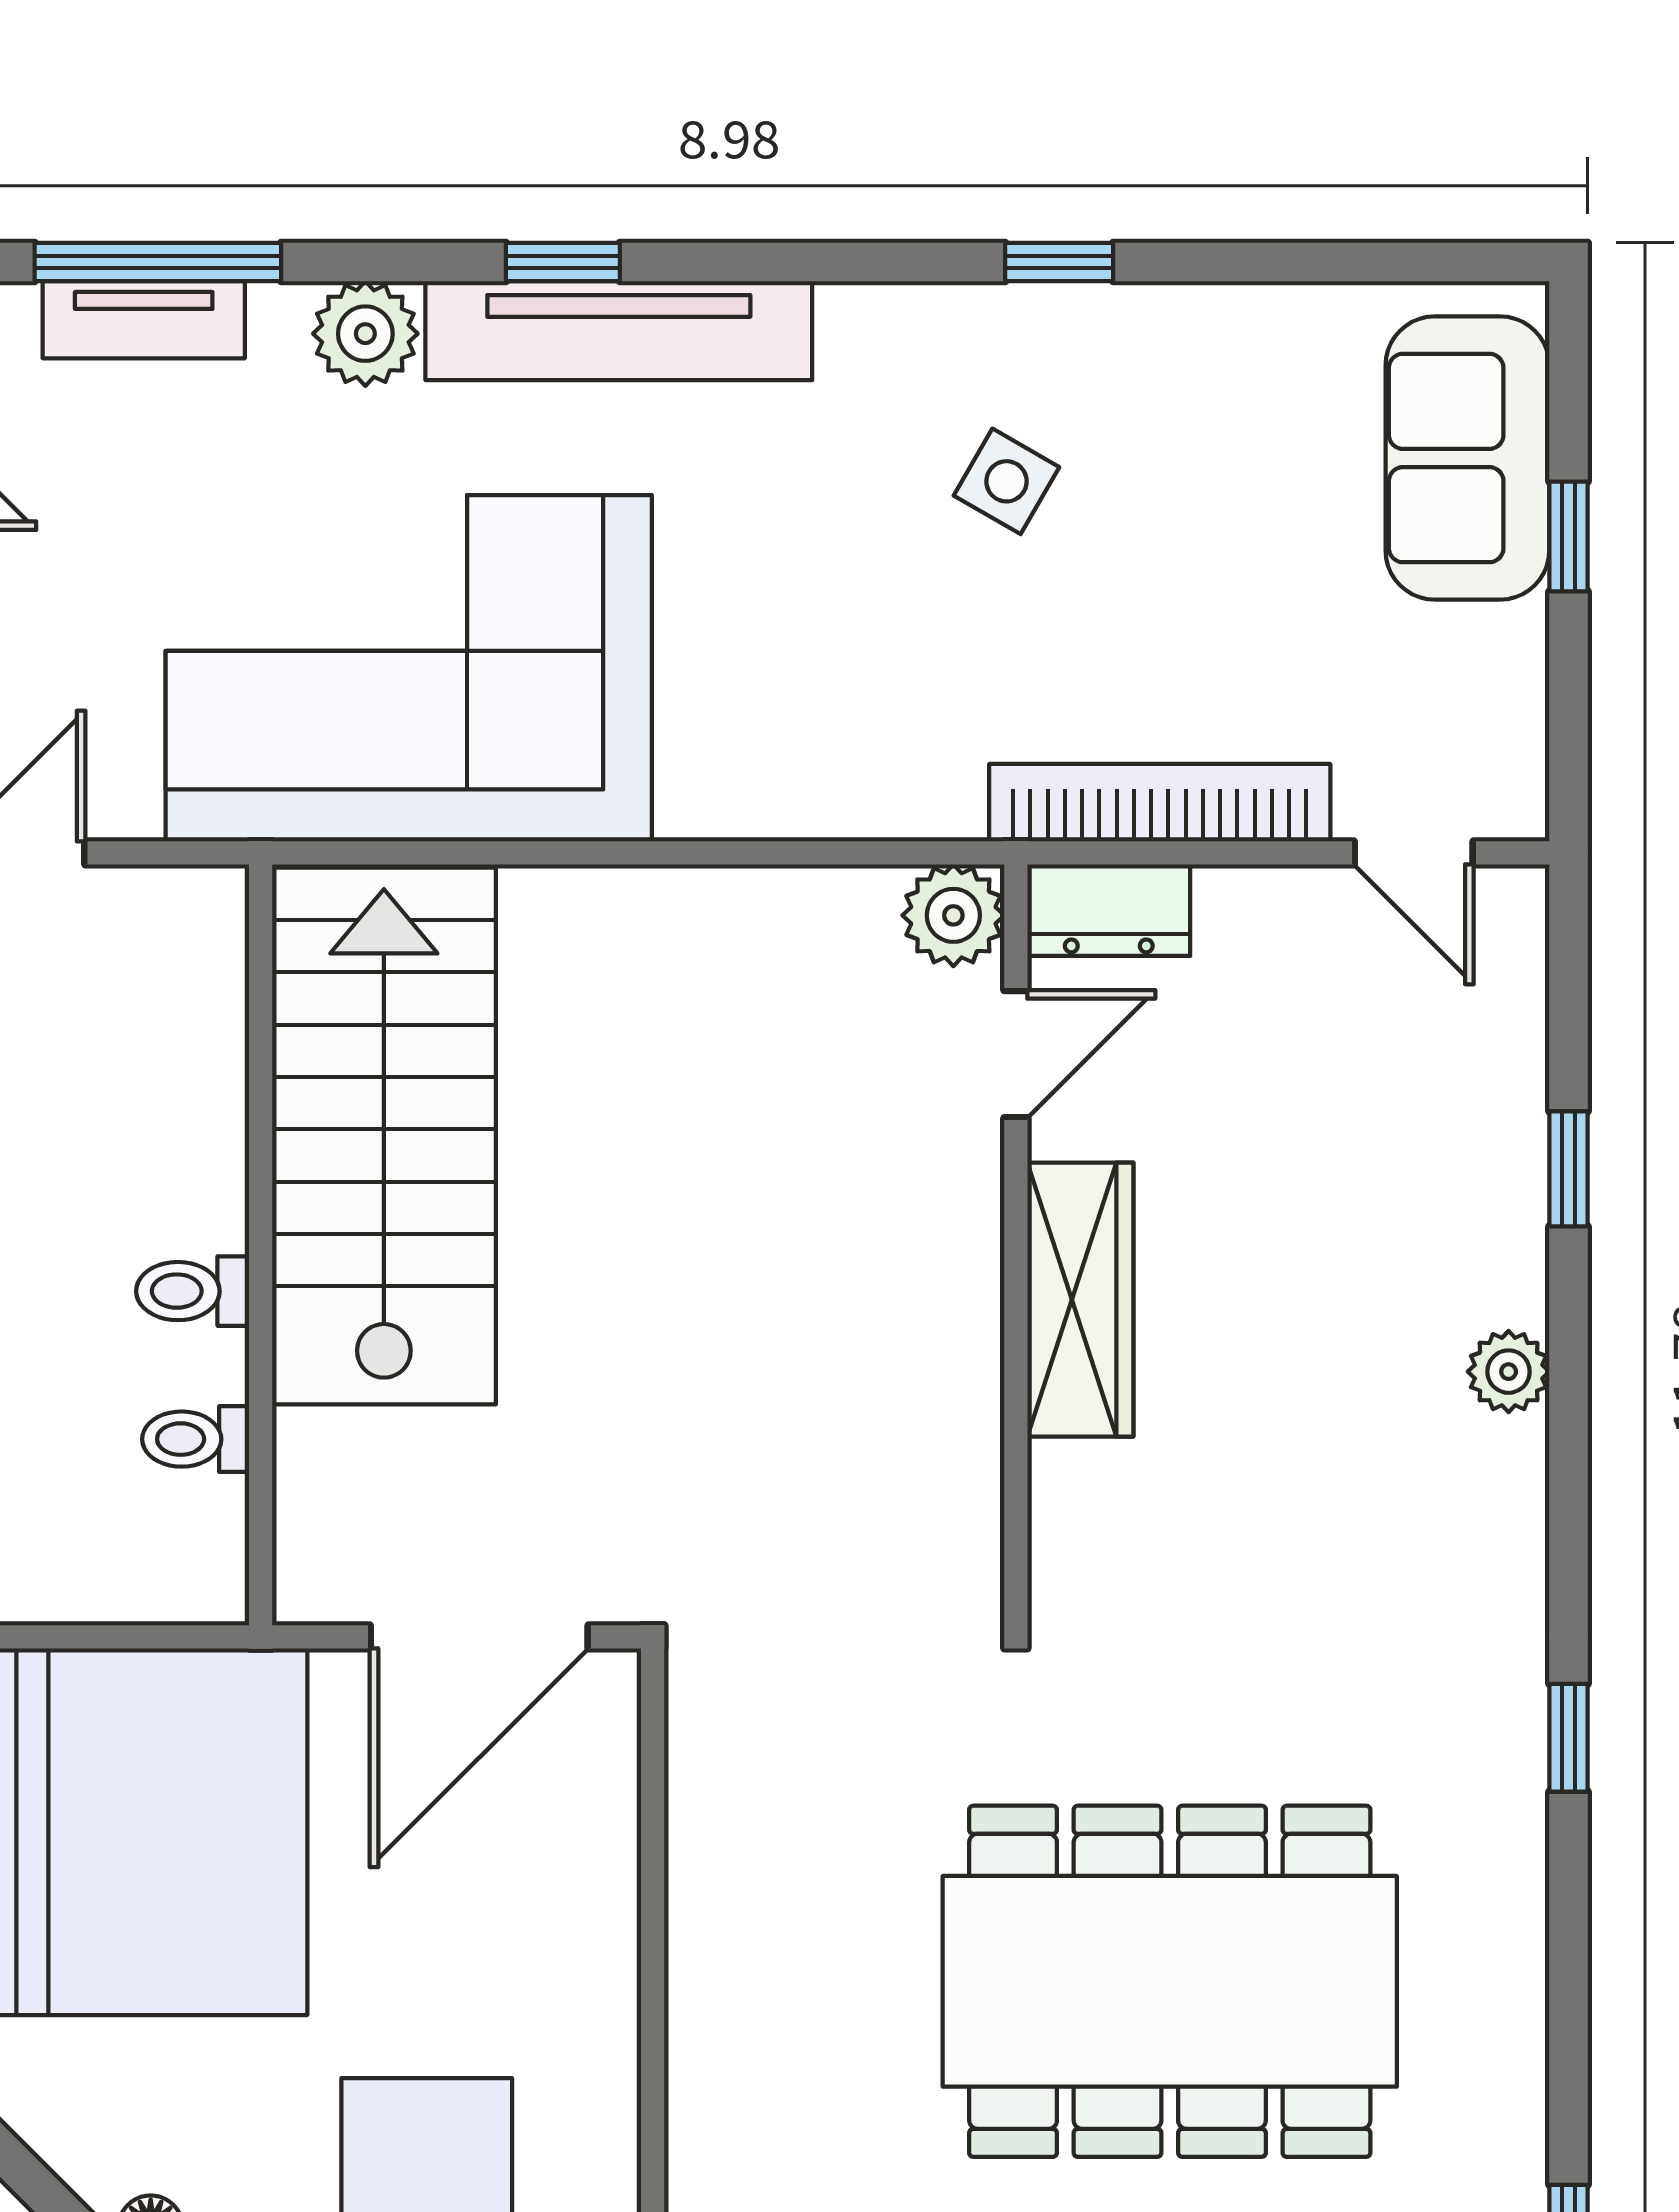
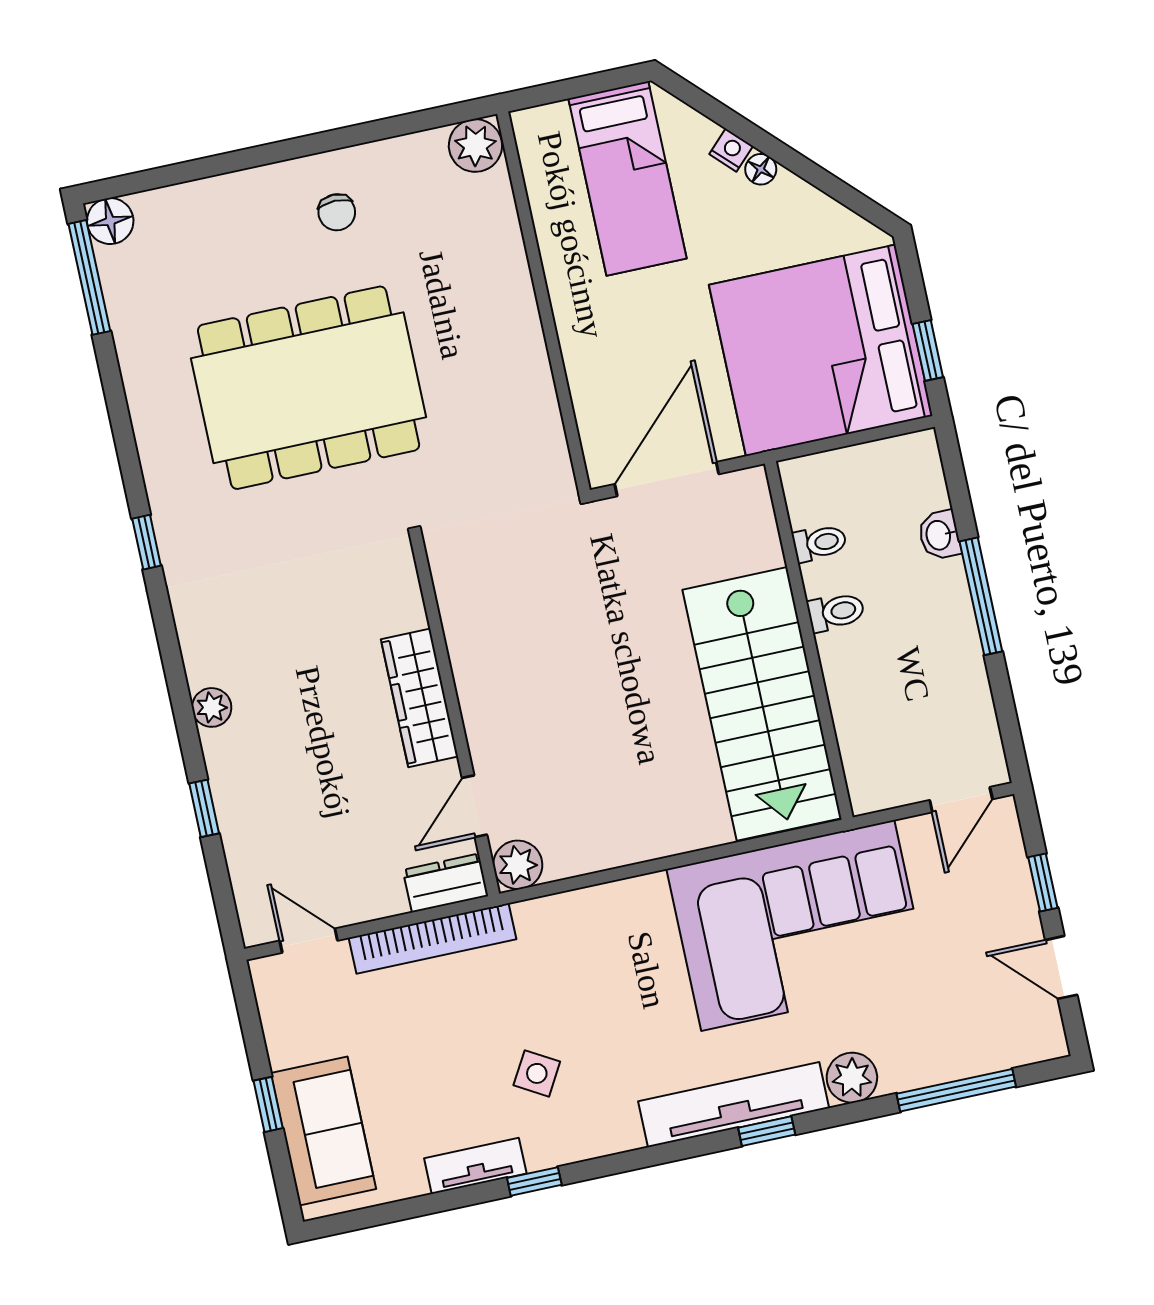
tv unit: (144, 320) -> (475, 1166), moved

